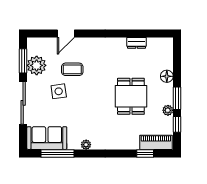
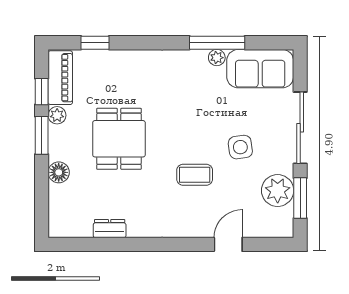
coffee table: (72, 69) -> (195, 175), moved
piano: (156, 142) -> (60, 78), moved, turned -90
plant: (86, 145) -> (217, 58), moved
window: (57, 153) -> (217, 43), moved

